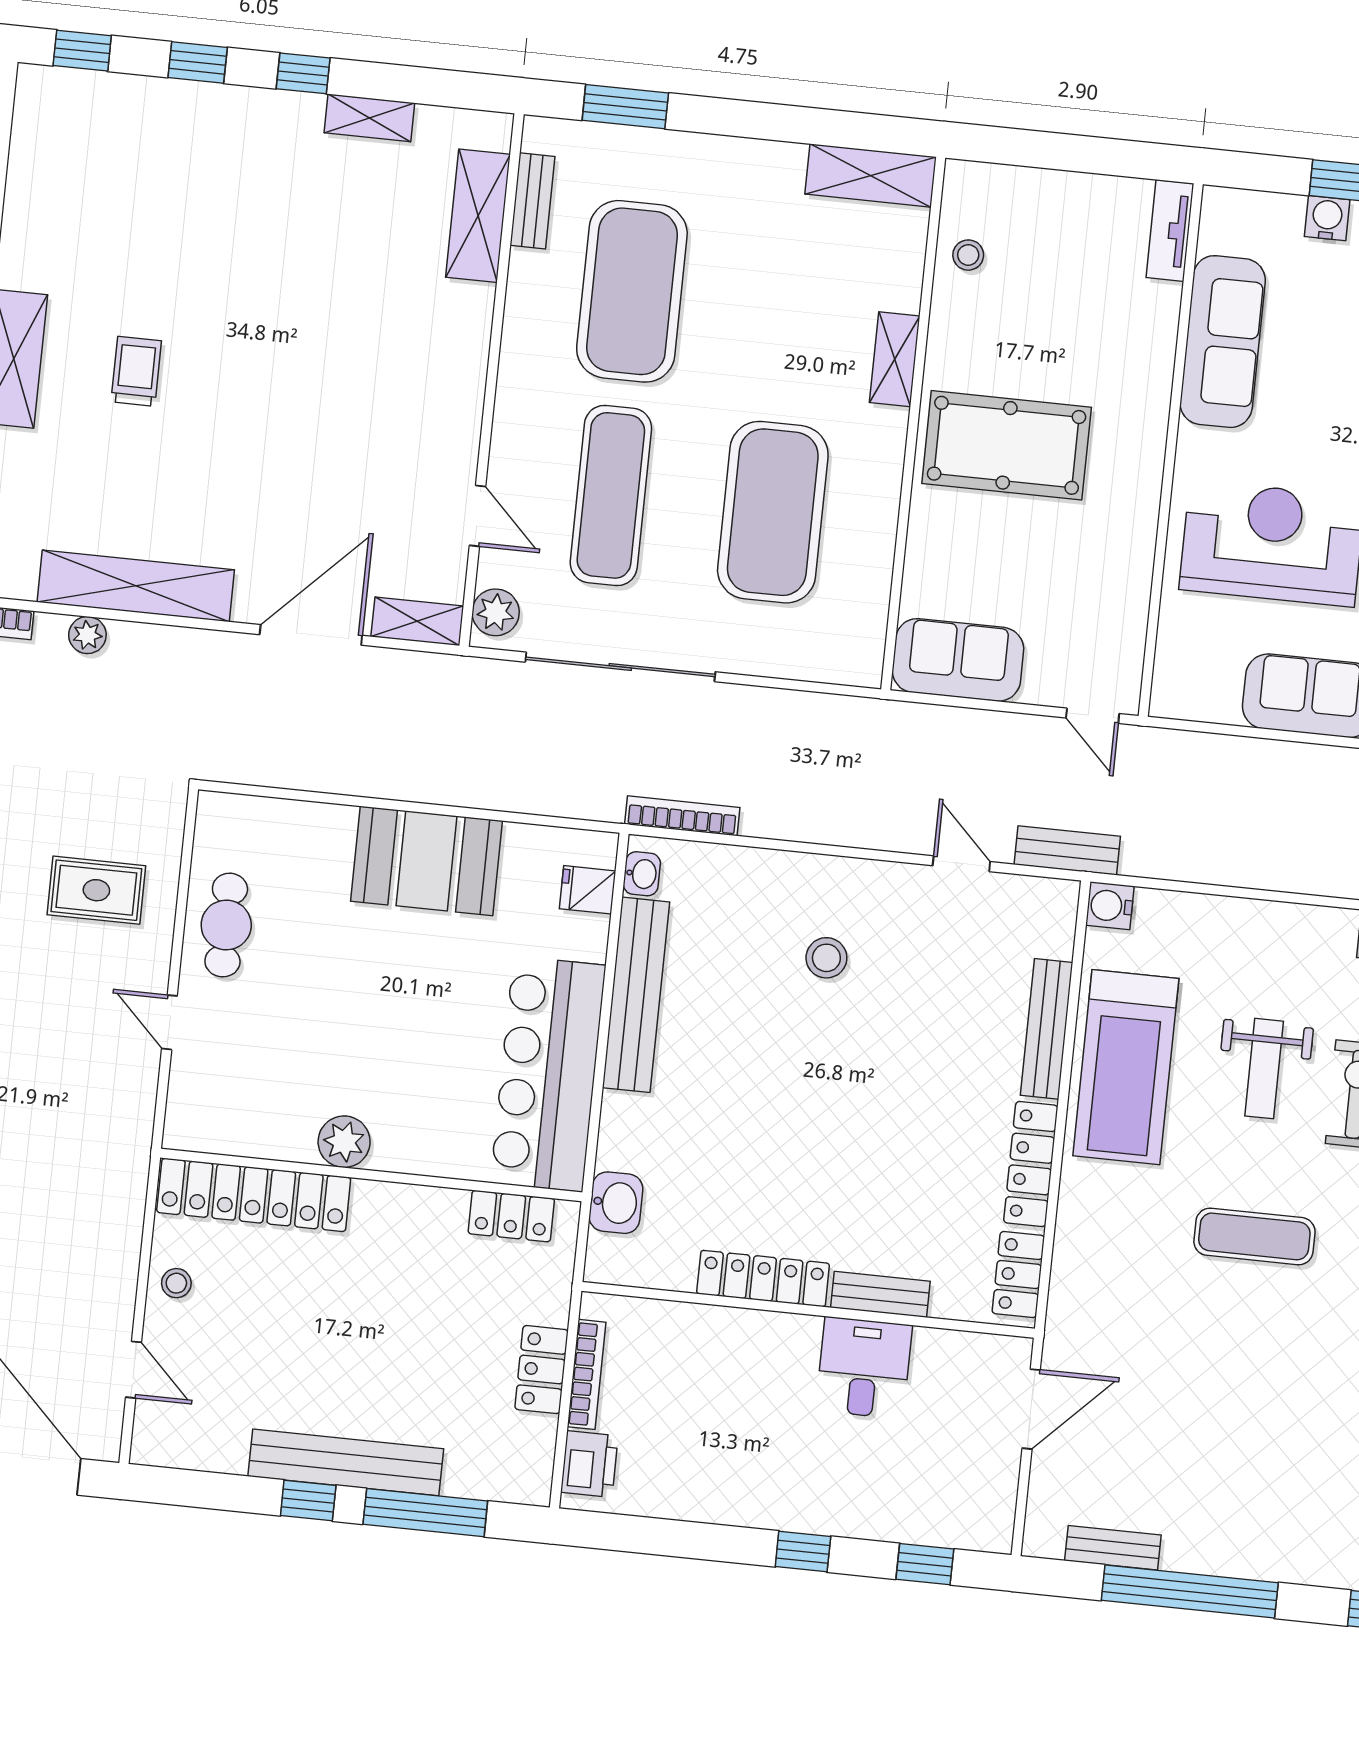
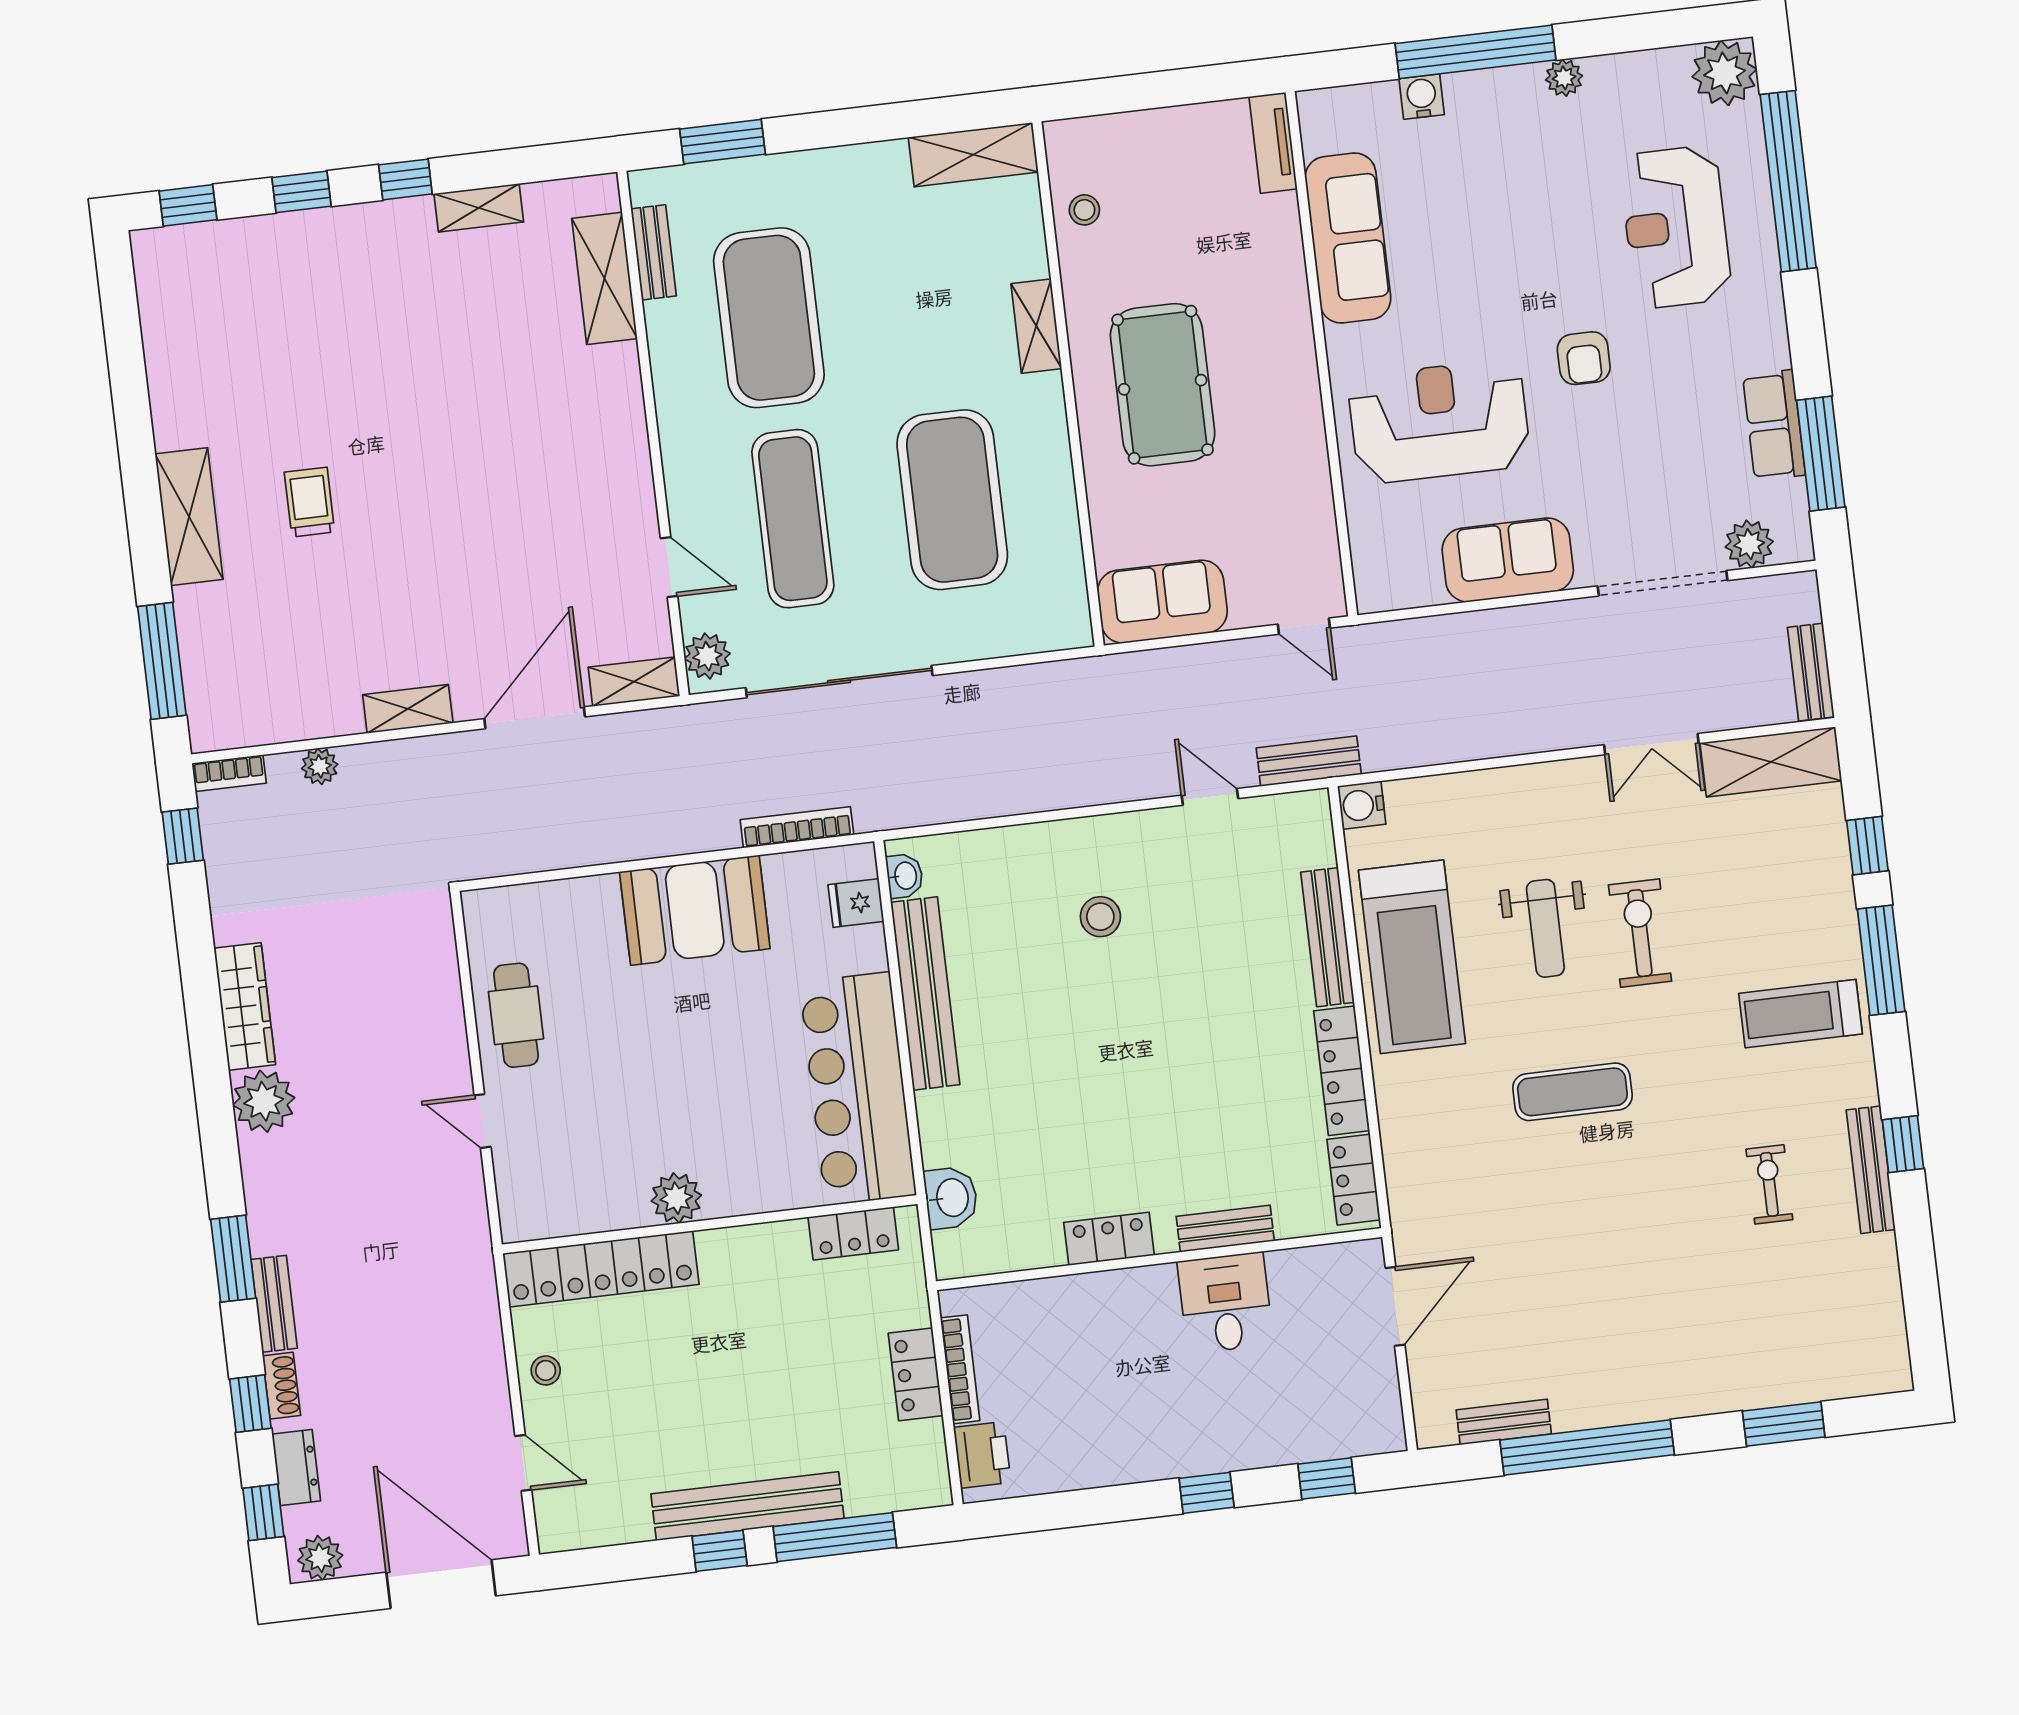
pool table: (1007, 445) -> (1163, 385), turned 90
shelving: (136, 586) -> (408, 709), width x0.45, depth x0.75
bookcase: (682, 816) -> (797, 827), moved
rug: (96, 890) -> (384, 1010), removed
locker: (763, 1279) -> (1109, 1239), width x0.66

